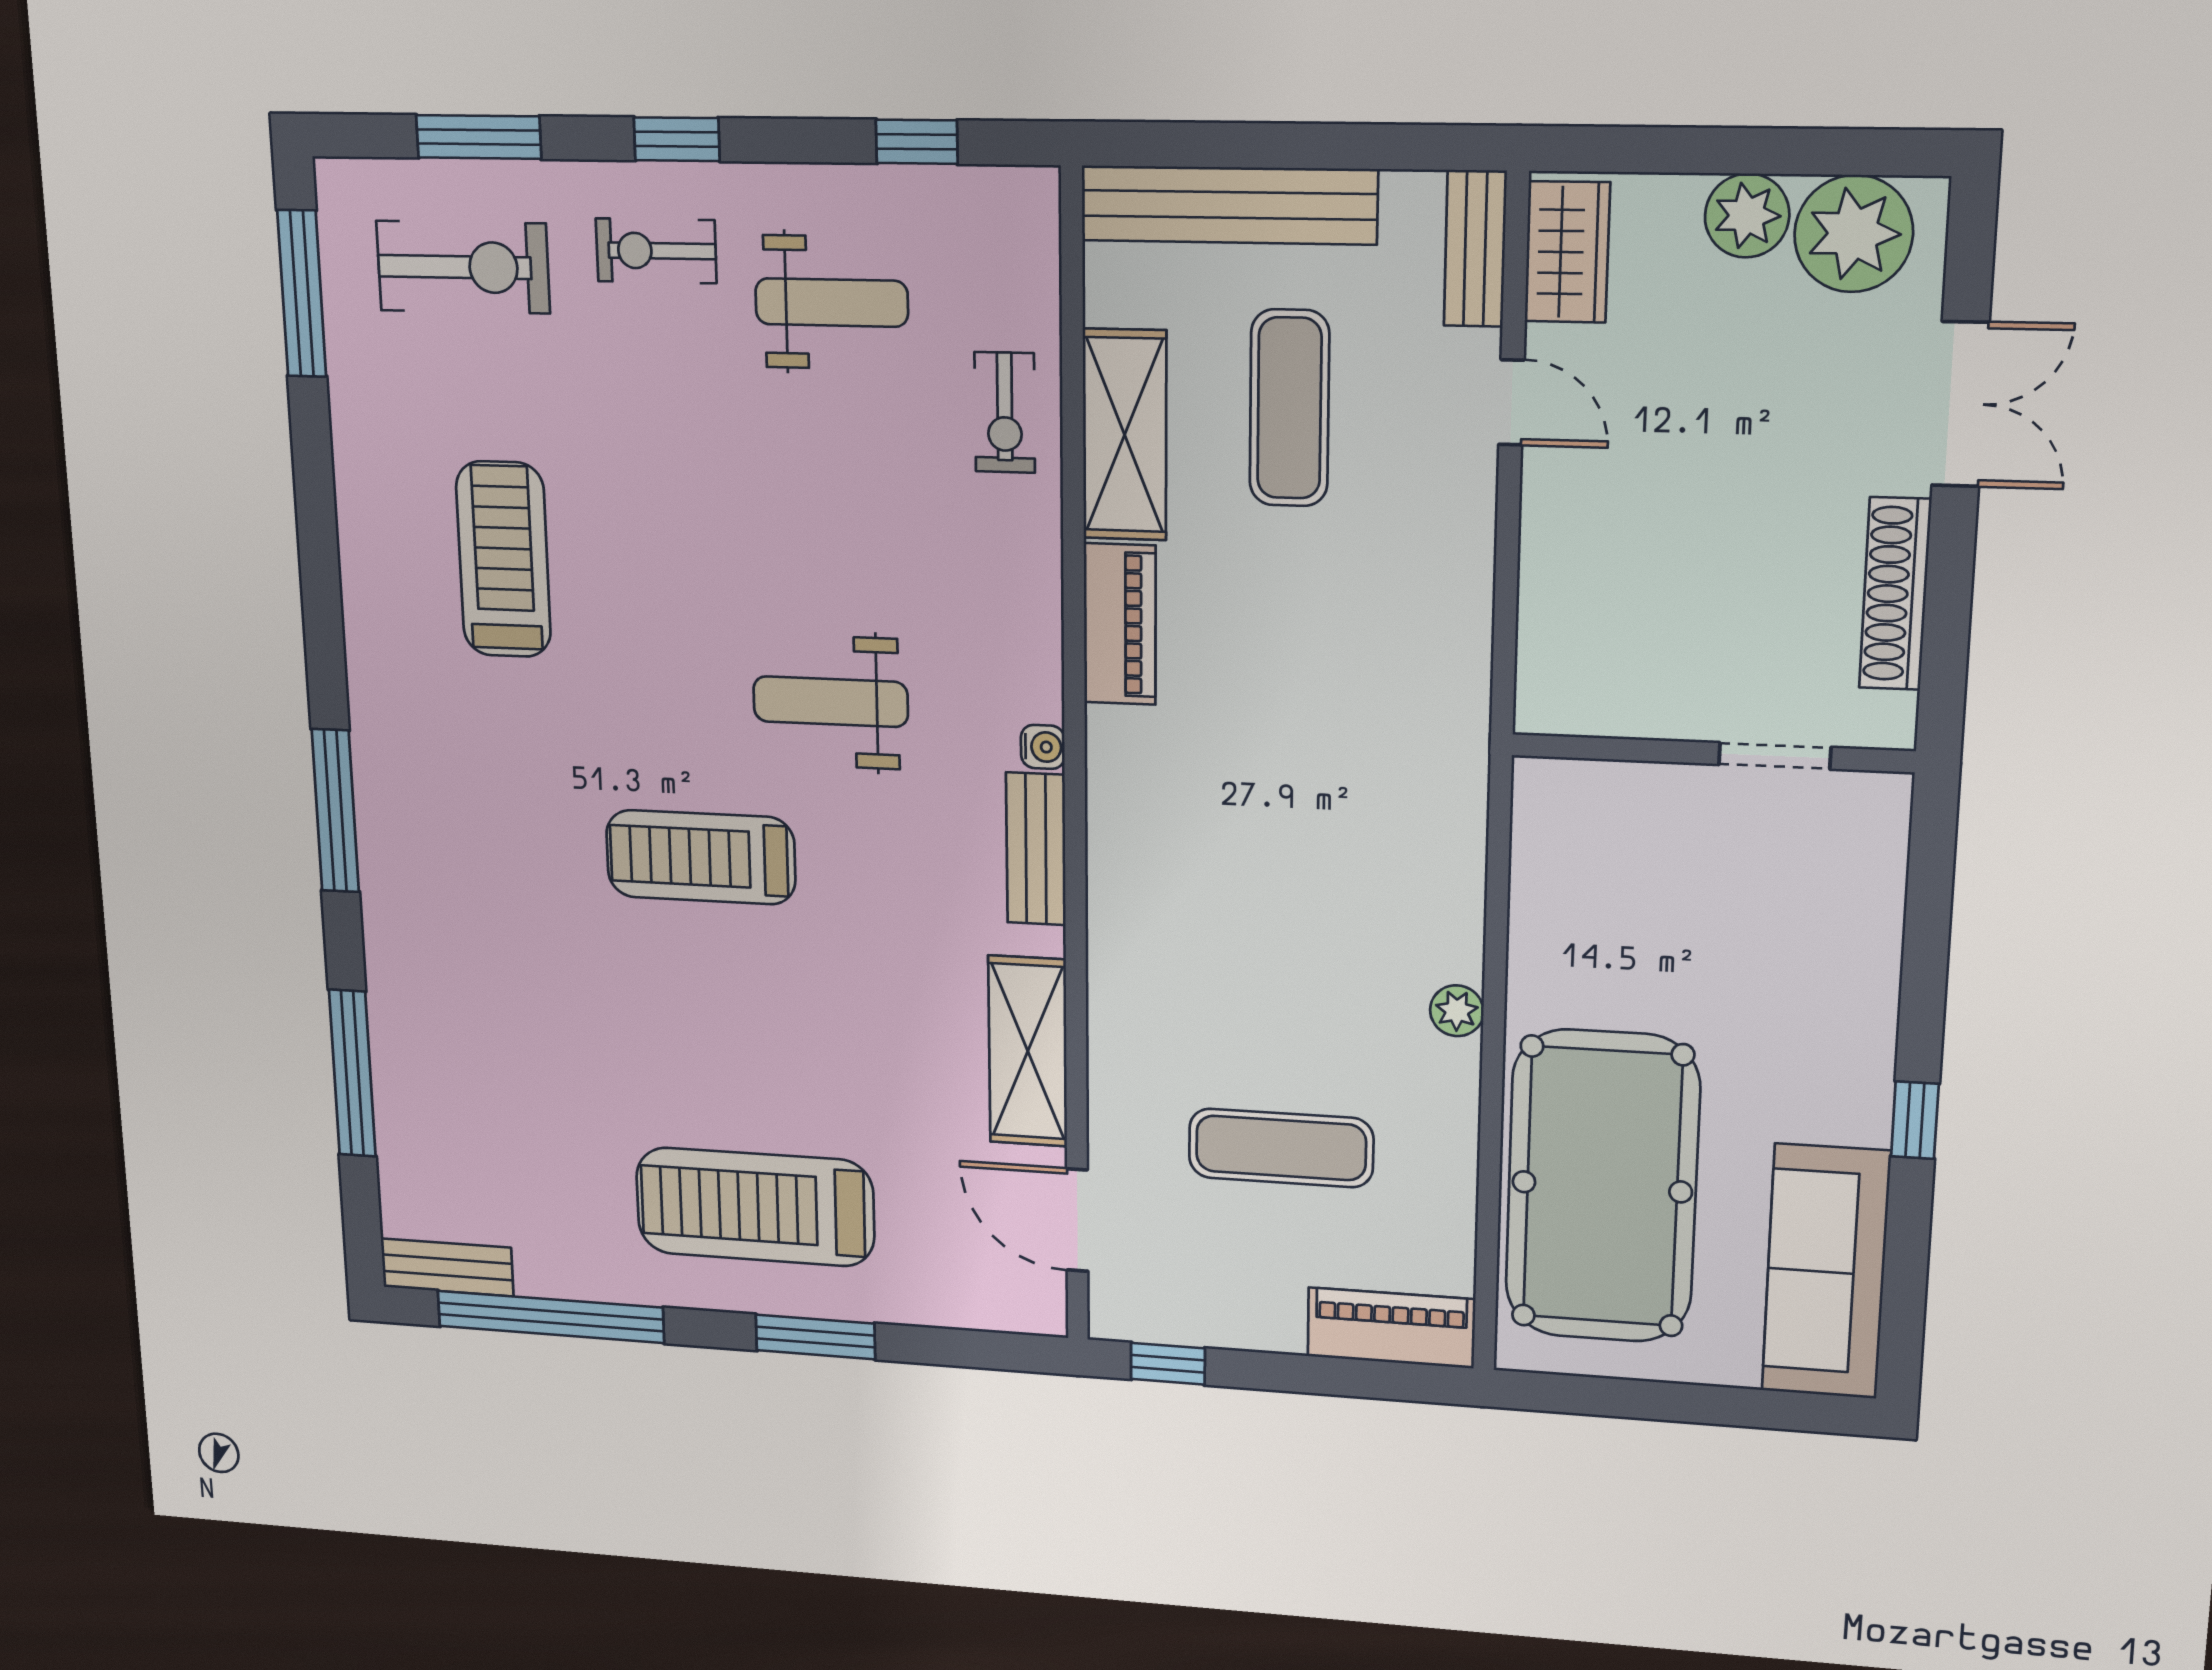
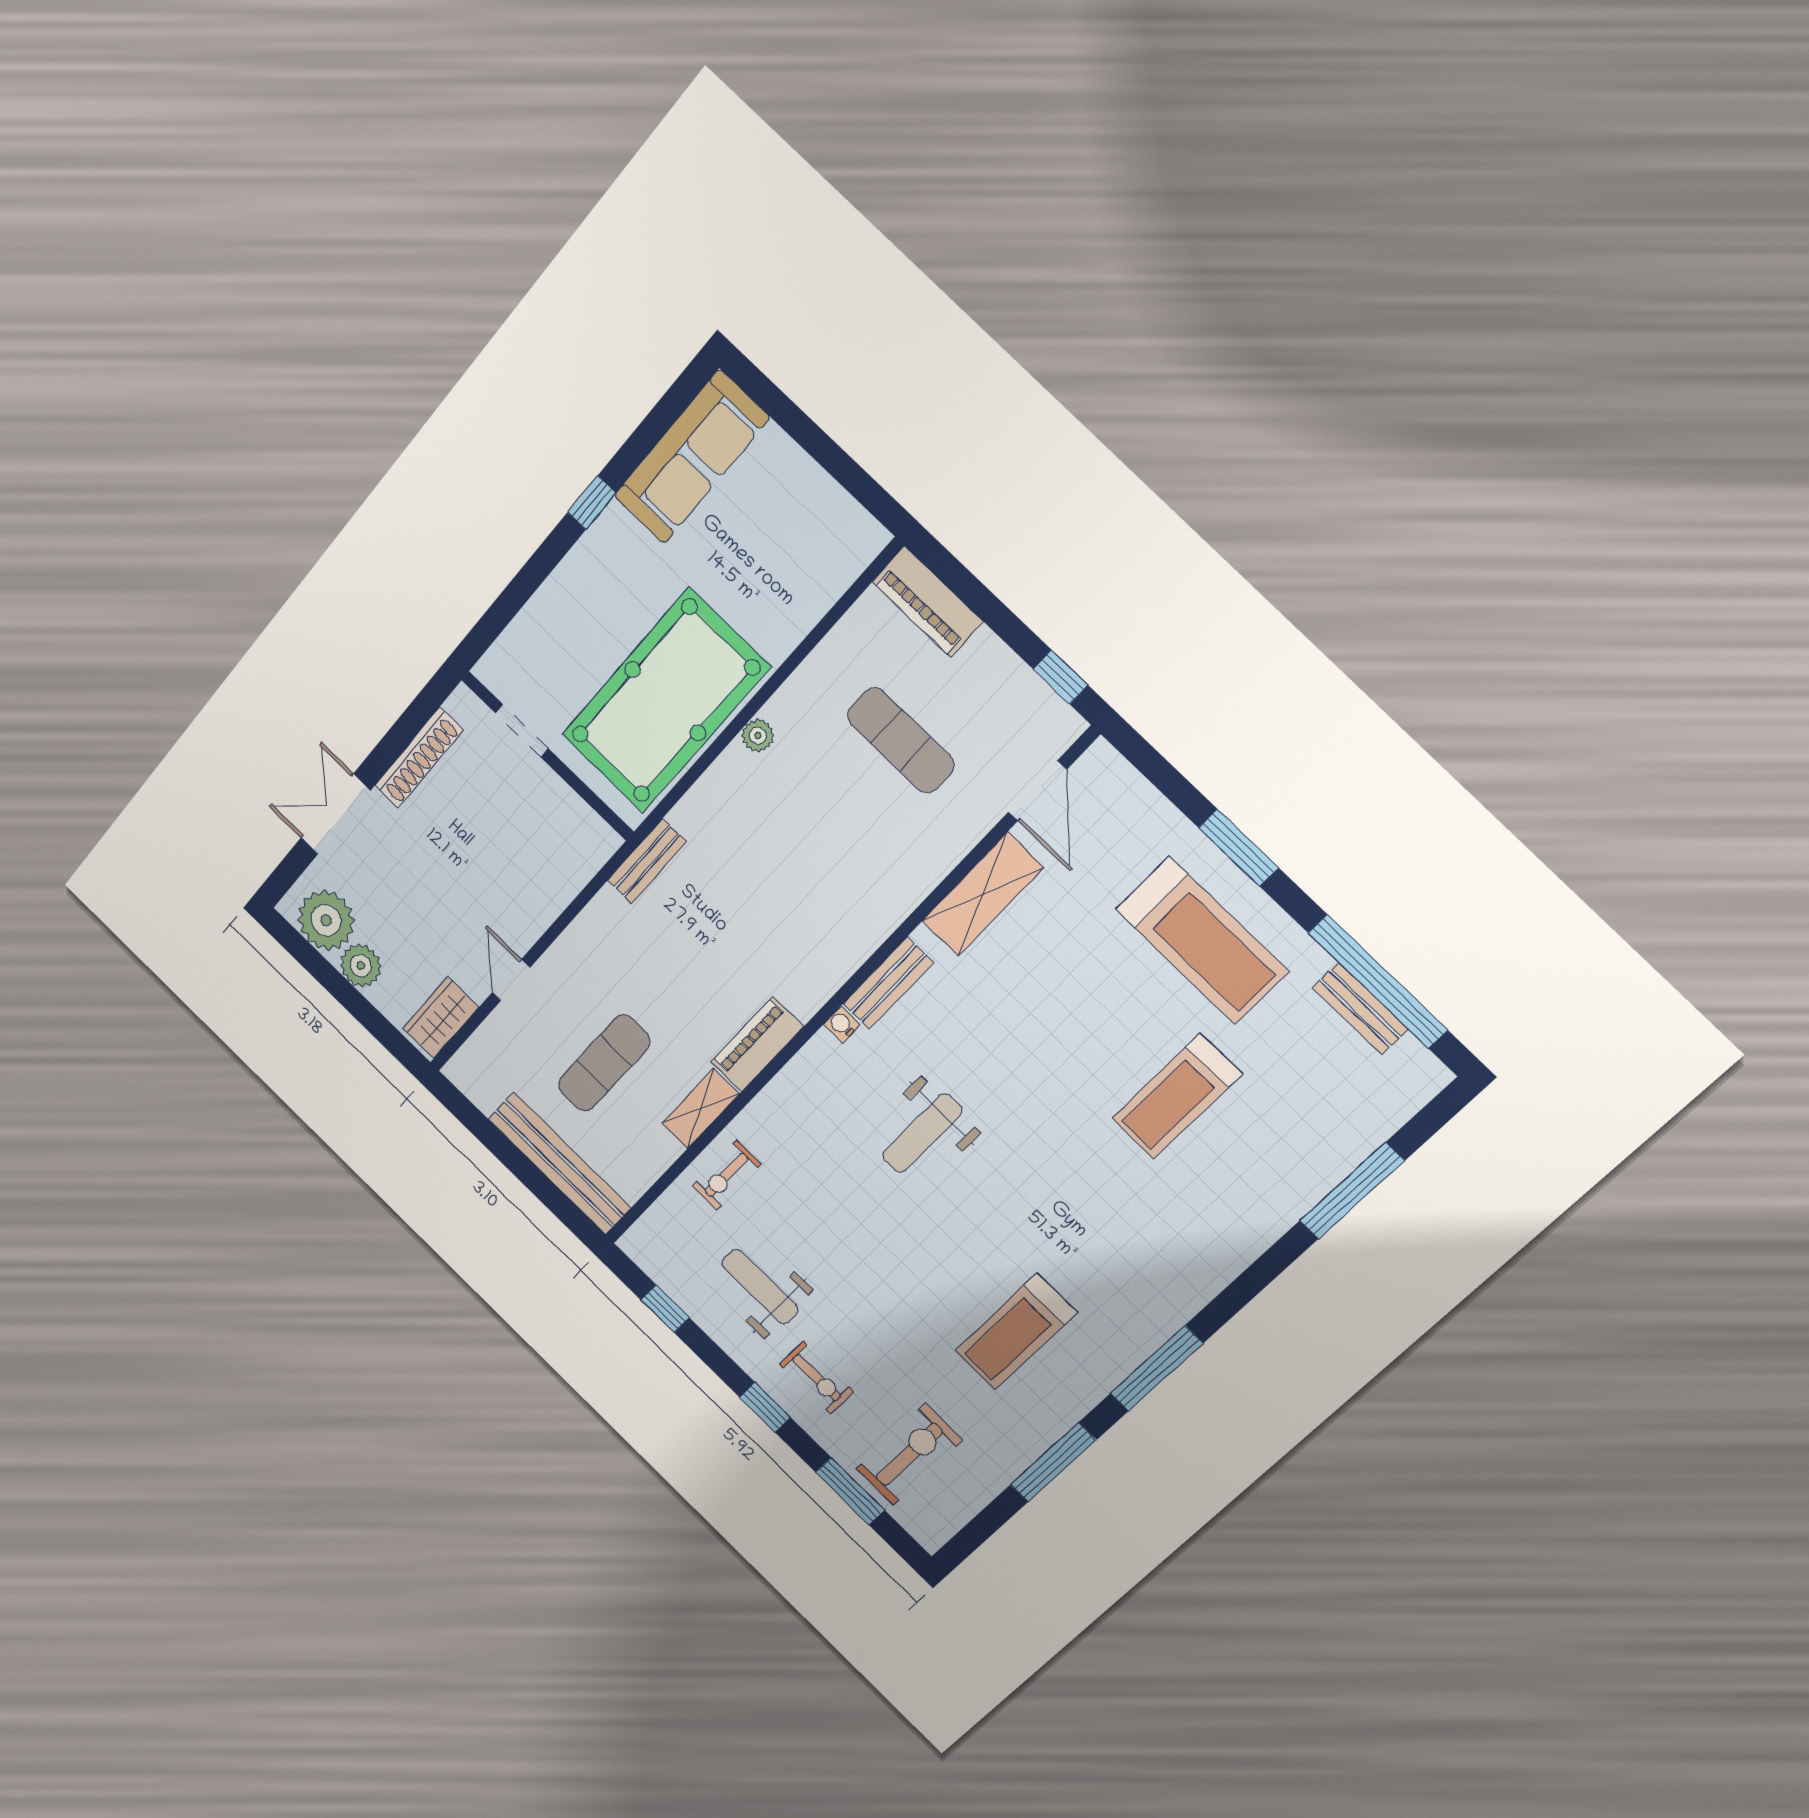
bench: (1475, 249) -> (647, 861), moved
exercise bike: (463, 267) -> (909, 1454), turned 90
window: (302, 294) -> (1053, 1462), moved
exercise bike: (1005, 412) -> (727, 1175), turned 180
shelving: (1125, 435) -> (700, 1109), width x0.67, depth x0.75
weight bench: (830, 702) -> (922, 1133), turned 90
window: (335, 811) -> (1157, 1368), moved
treadmill: (701, 857) -> (1177, 1096), moved, turned 90
pool table: (1602, 1187) -> (665, 701), moved
bench: (447, 1267) -> (1360, 1008), moved

